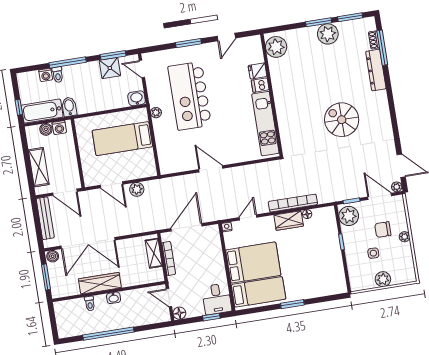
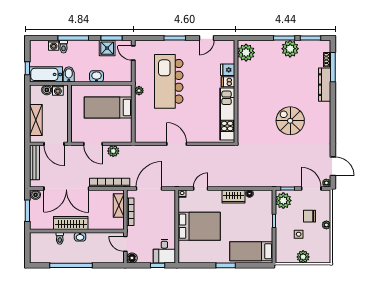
washbasin: (137, 98) -> (97, 76), moved
bookcase: (293, 203) -> (110, 183), moved
bed: (259, 292) -> (251, 251), moved, turned 180

